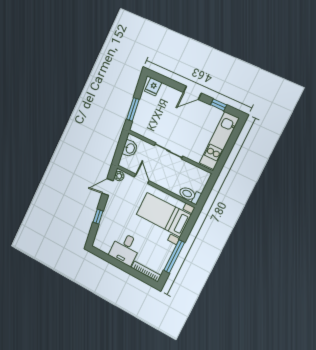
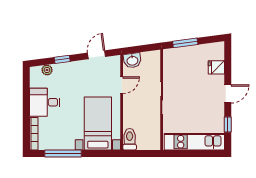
fridge: (153, 87) -> (216, 67), moved
door: (192, 93) -> (228, 94), swing flipped
washbasin: (130, 148) -> (132, 60), moved
plant: (119, 176) -> (47, 70), moved
door: (108, 187) -> (96, 55), hinge flipped

